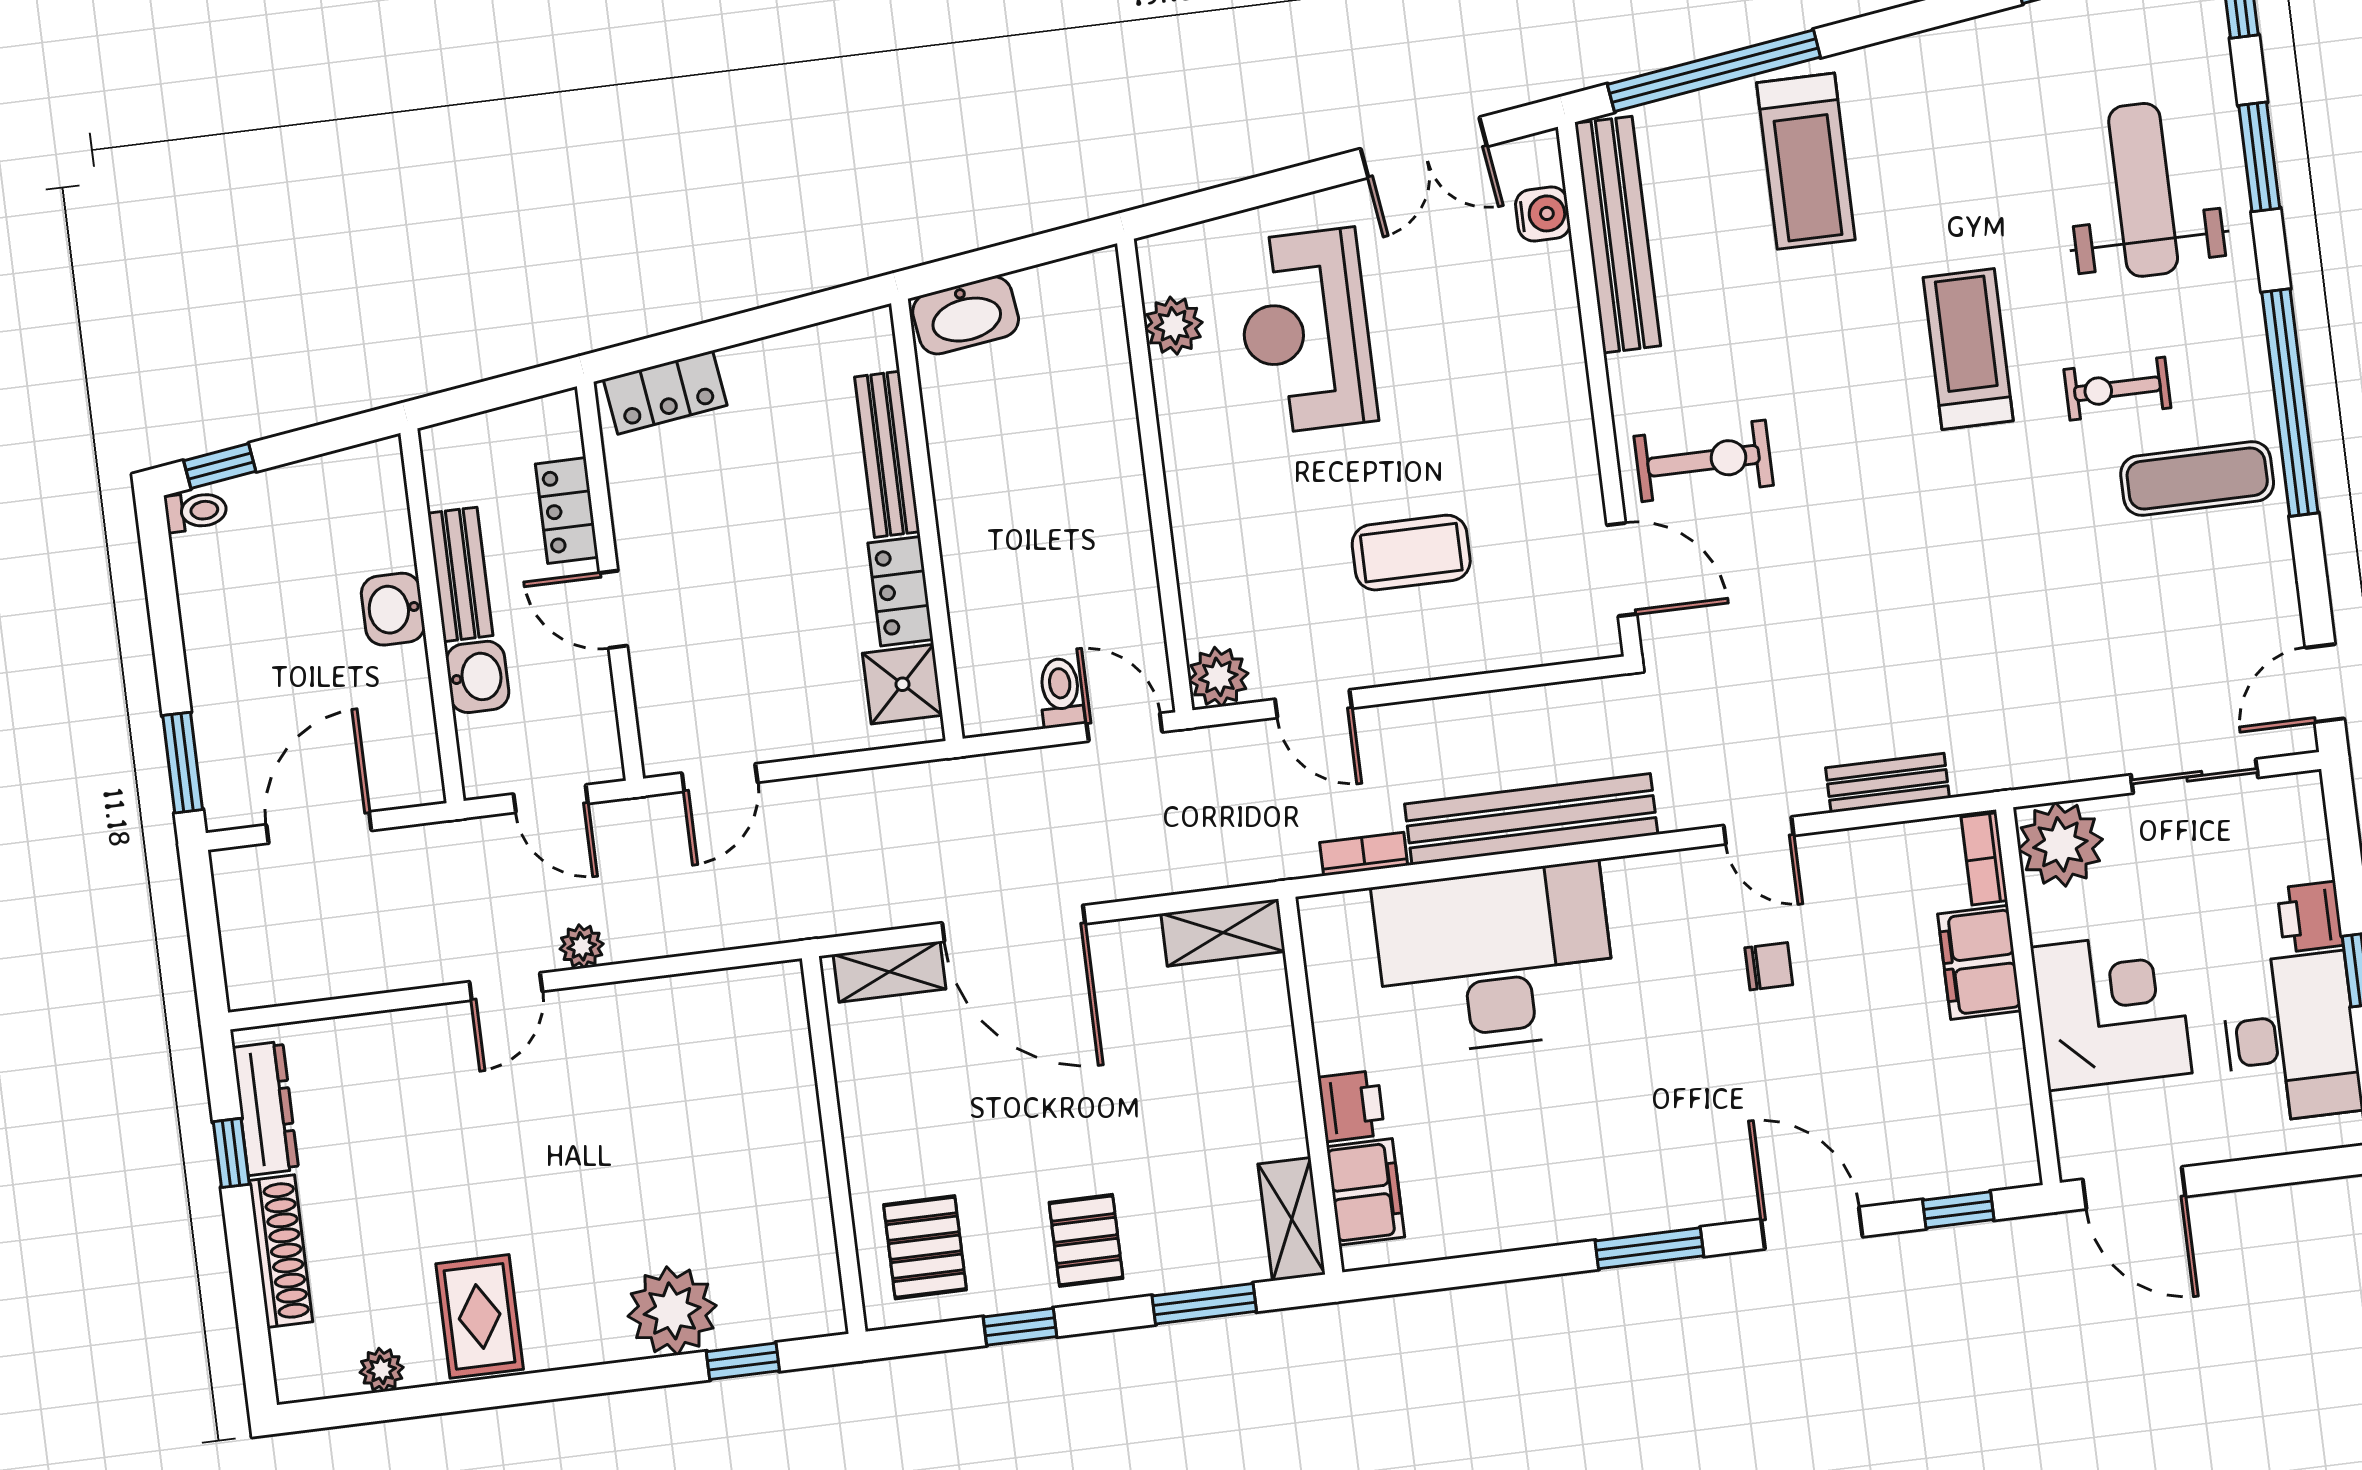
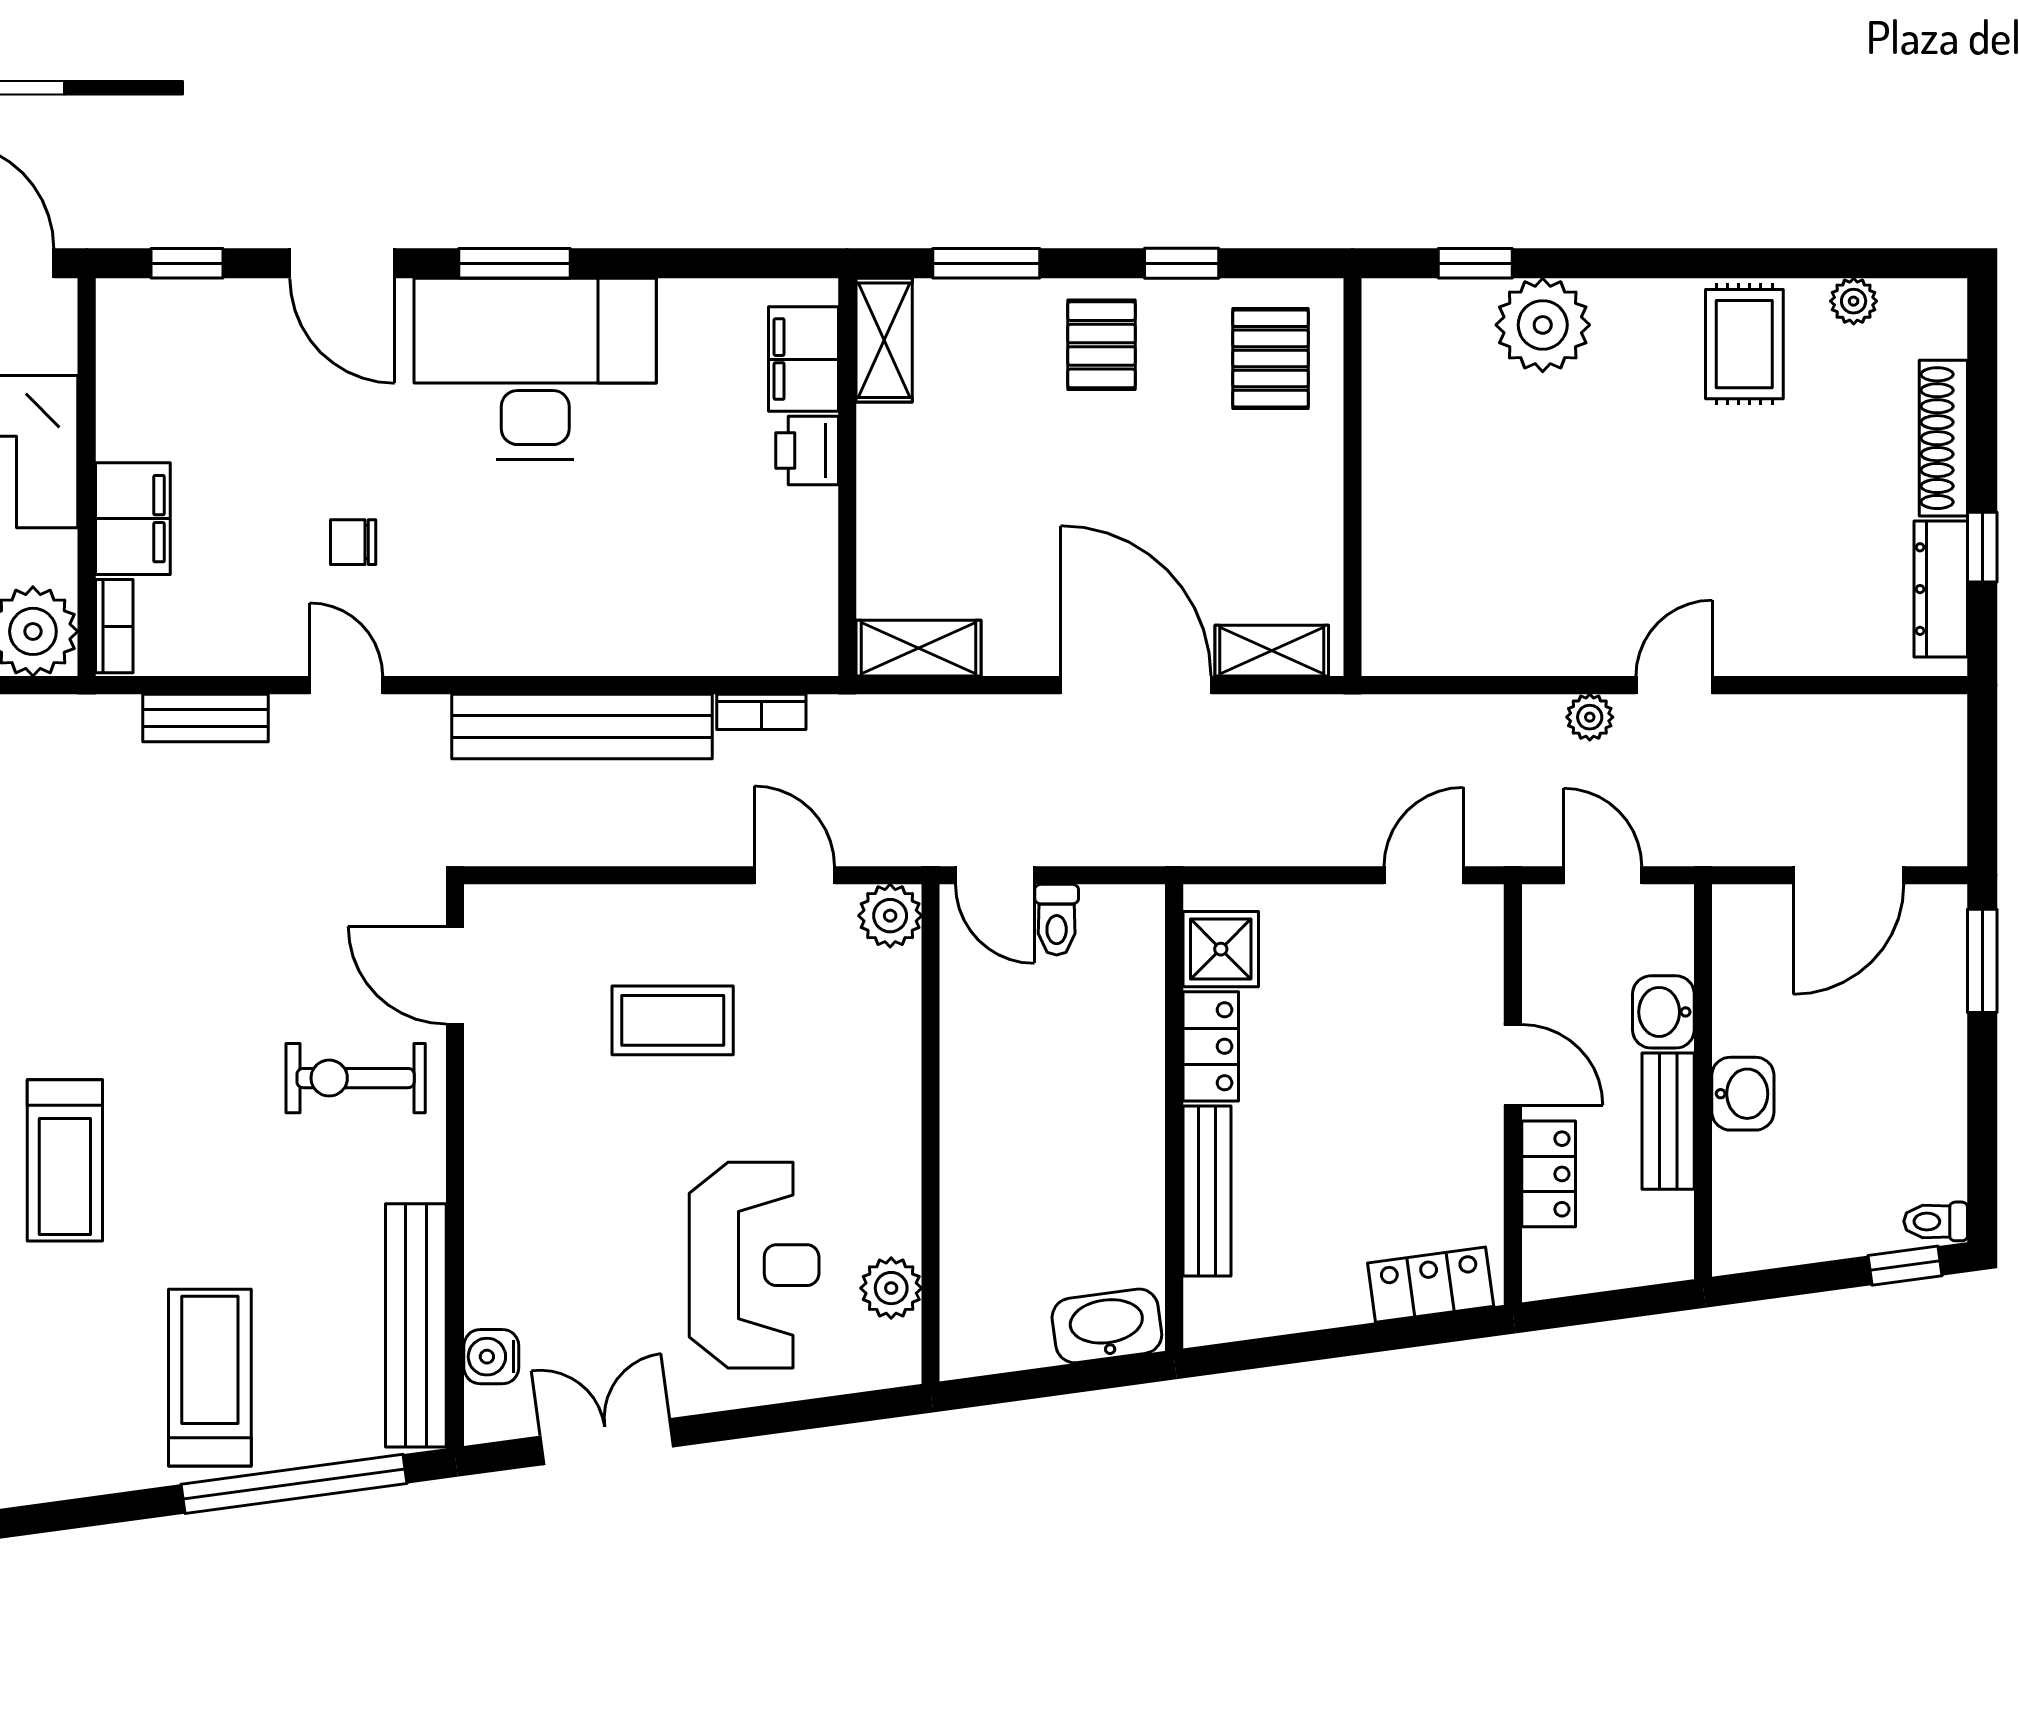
desk: (1495, 959) -> (535, 369), moved, turned 180

